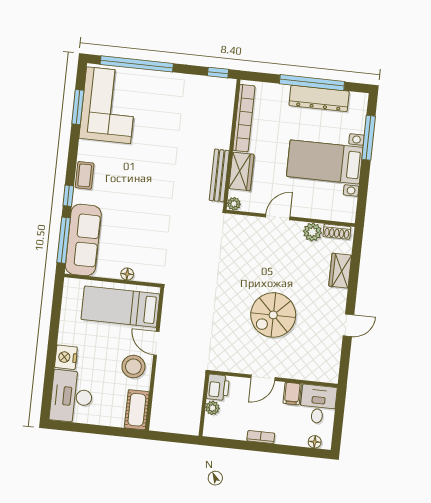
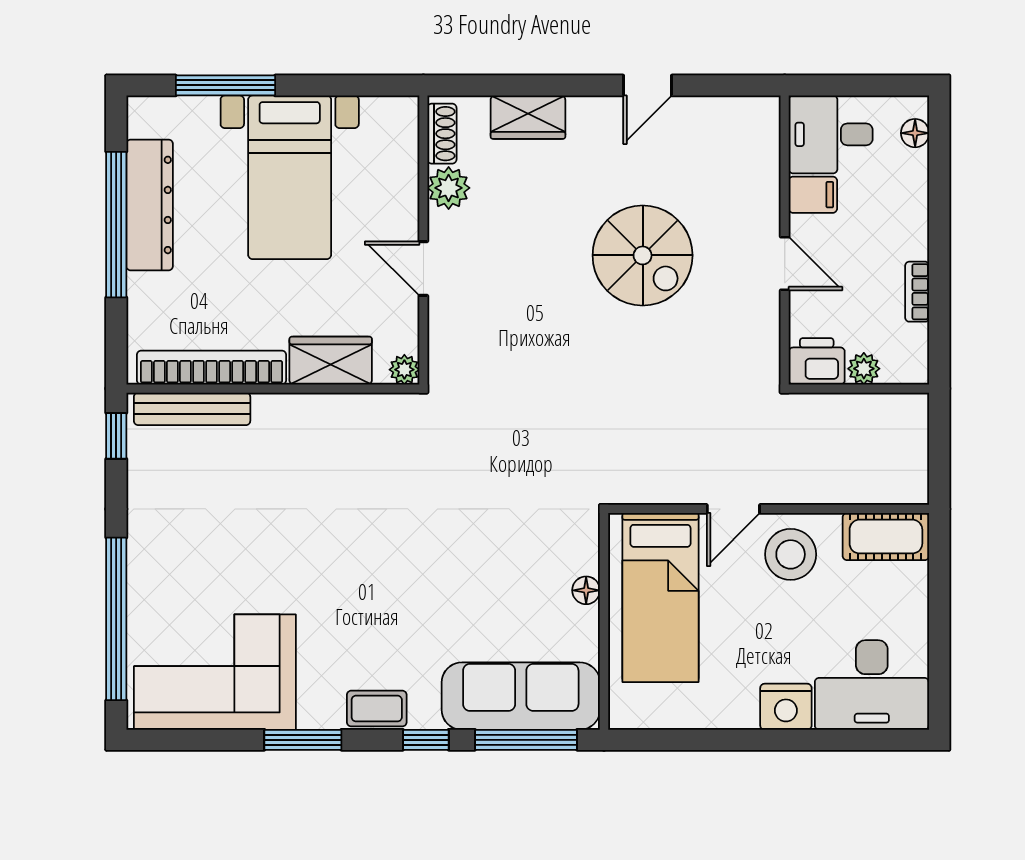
window: (78, 107) -> (303, 740), moved
bench: (219, 175) -> (192, 409), moved
door: (349, 325) -> (647, 85), swing flipped
bookcase: (261, 437) -> (917, 292), moved

